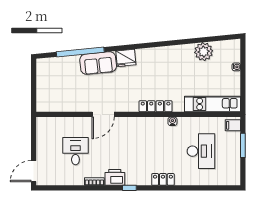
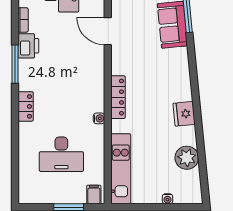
fridge: (126, 58) -> (184, 114), moved
window: (129, 188) -> (15, 64), width x2.17

